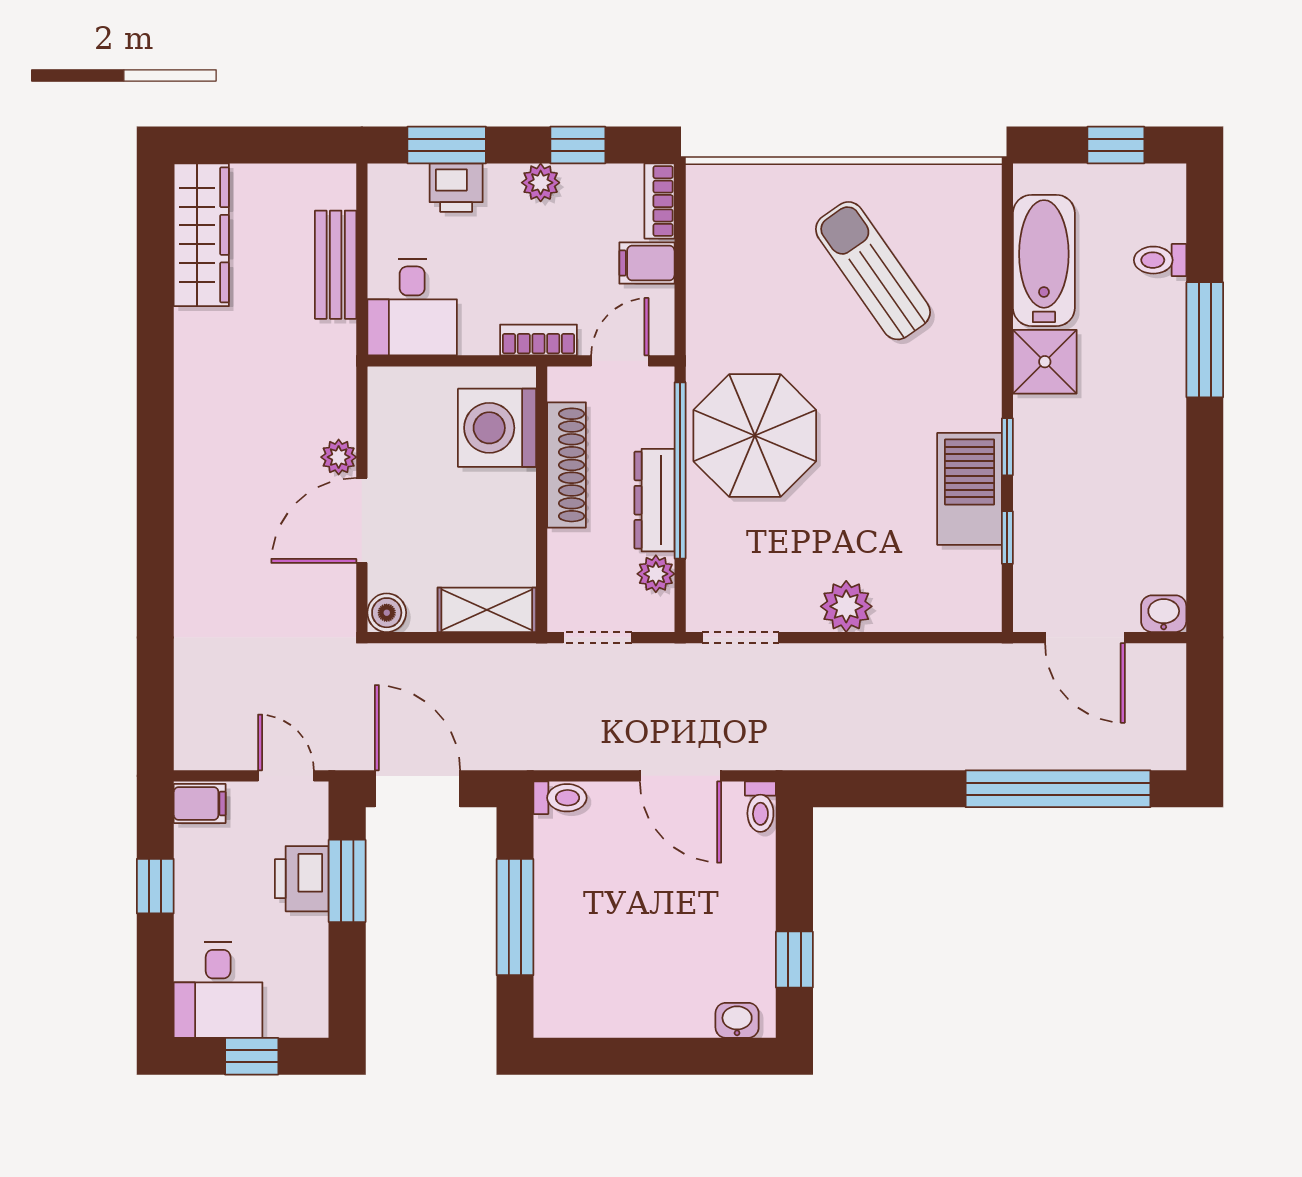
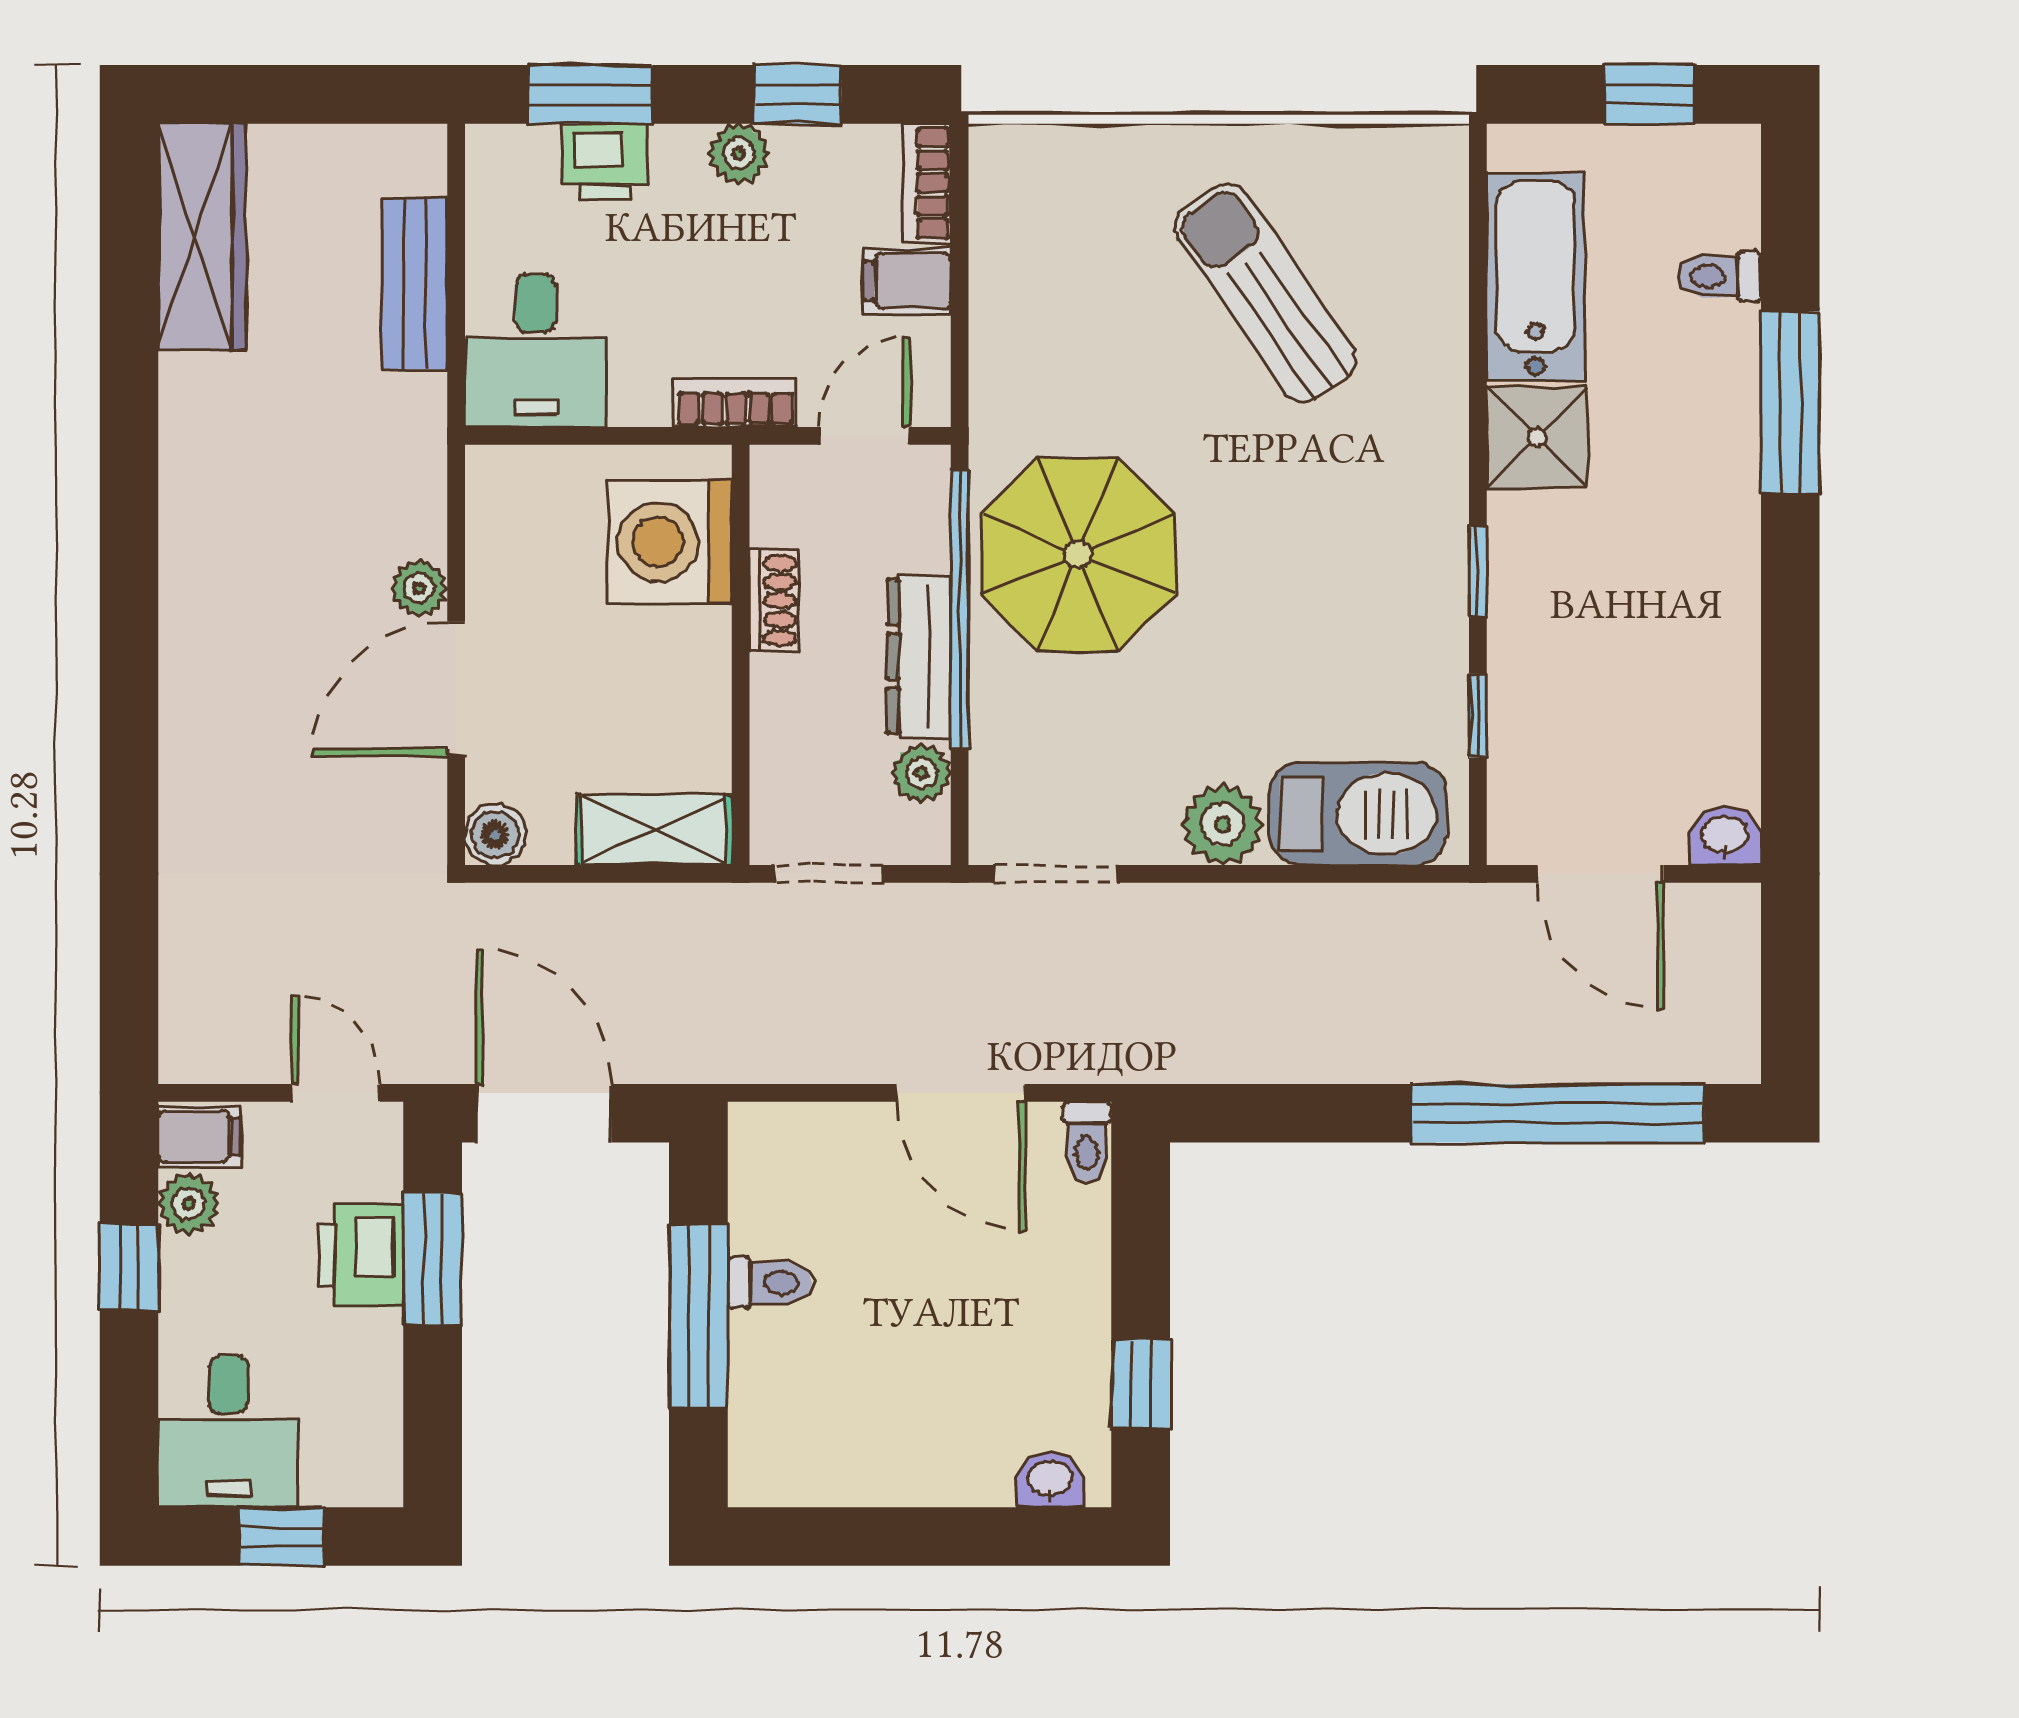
shoe rack: (567, 465) -> (774, 601), width x0.51, depth x0.81
barbecue: (970, 489) -> (1358, 814), moved, turned 90
toilet: (560, 798) -> (770, 1283), moved
plant: (193, 846) -> (189, 1204), added

